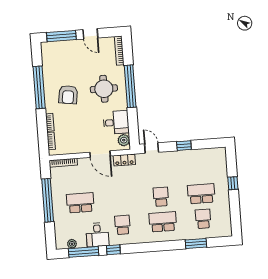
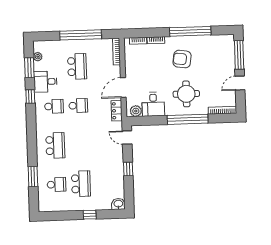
door: (152, 148) -> (127, 138), swing flipped
washbasin: (220, 154) -> (118, 204), added
school desk: (161, 197) -> (78, 106), moved
window: (84, 252) -> (29, 68), width x0.69

